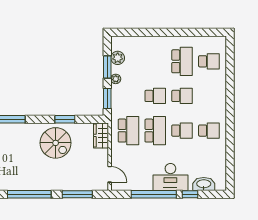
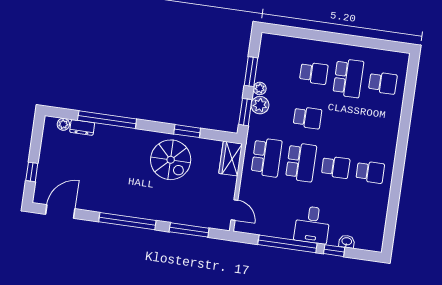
plant: (118, 58) -> (260, 105), moved
school desk: (182, 96) -> (314, 73), moved
desk: (170, 177) -> (312, 225), width x0.73
washbasin: (204, 184) -> (347, 242), width x0.52, depth x0.69

